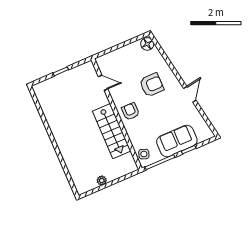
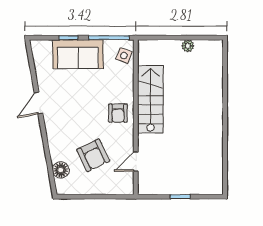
floor lamp: (147, 44) -> (61, 170), moved
door: (103, 83) -> (136, 161), hinge flipped
armchair: (152, 85) -> (93, 155), moved, turned -116

